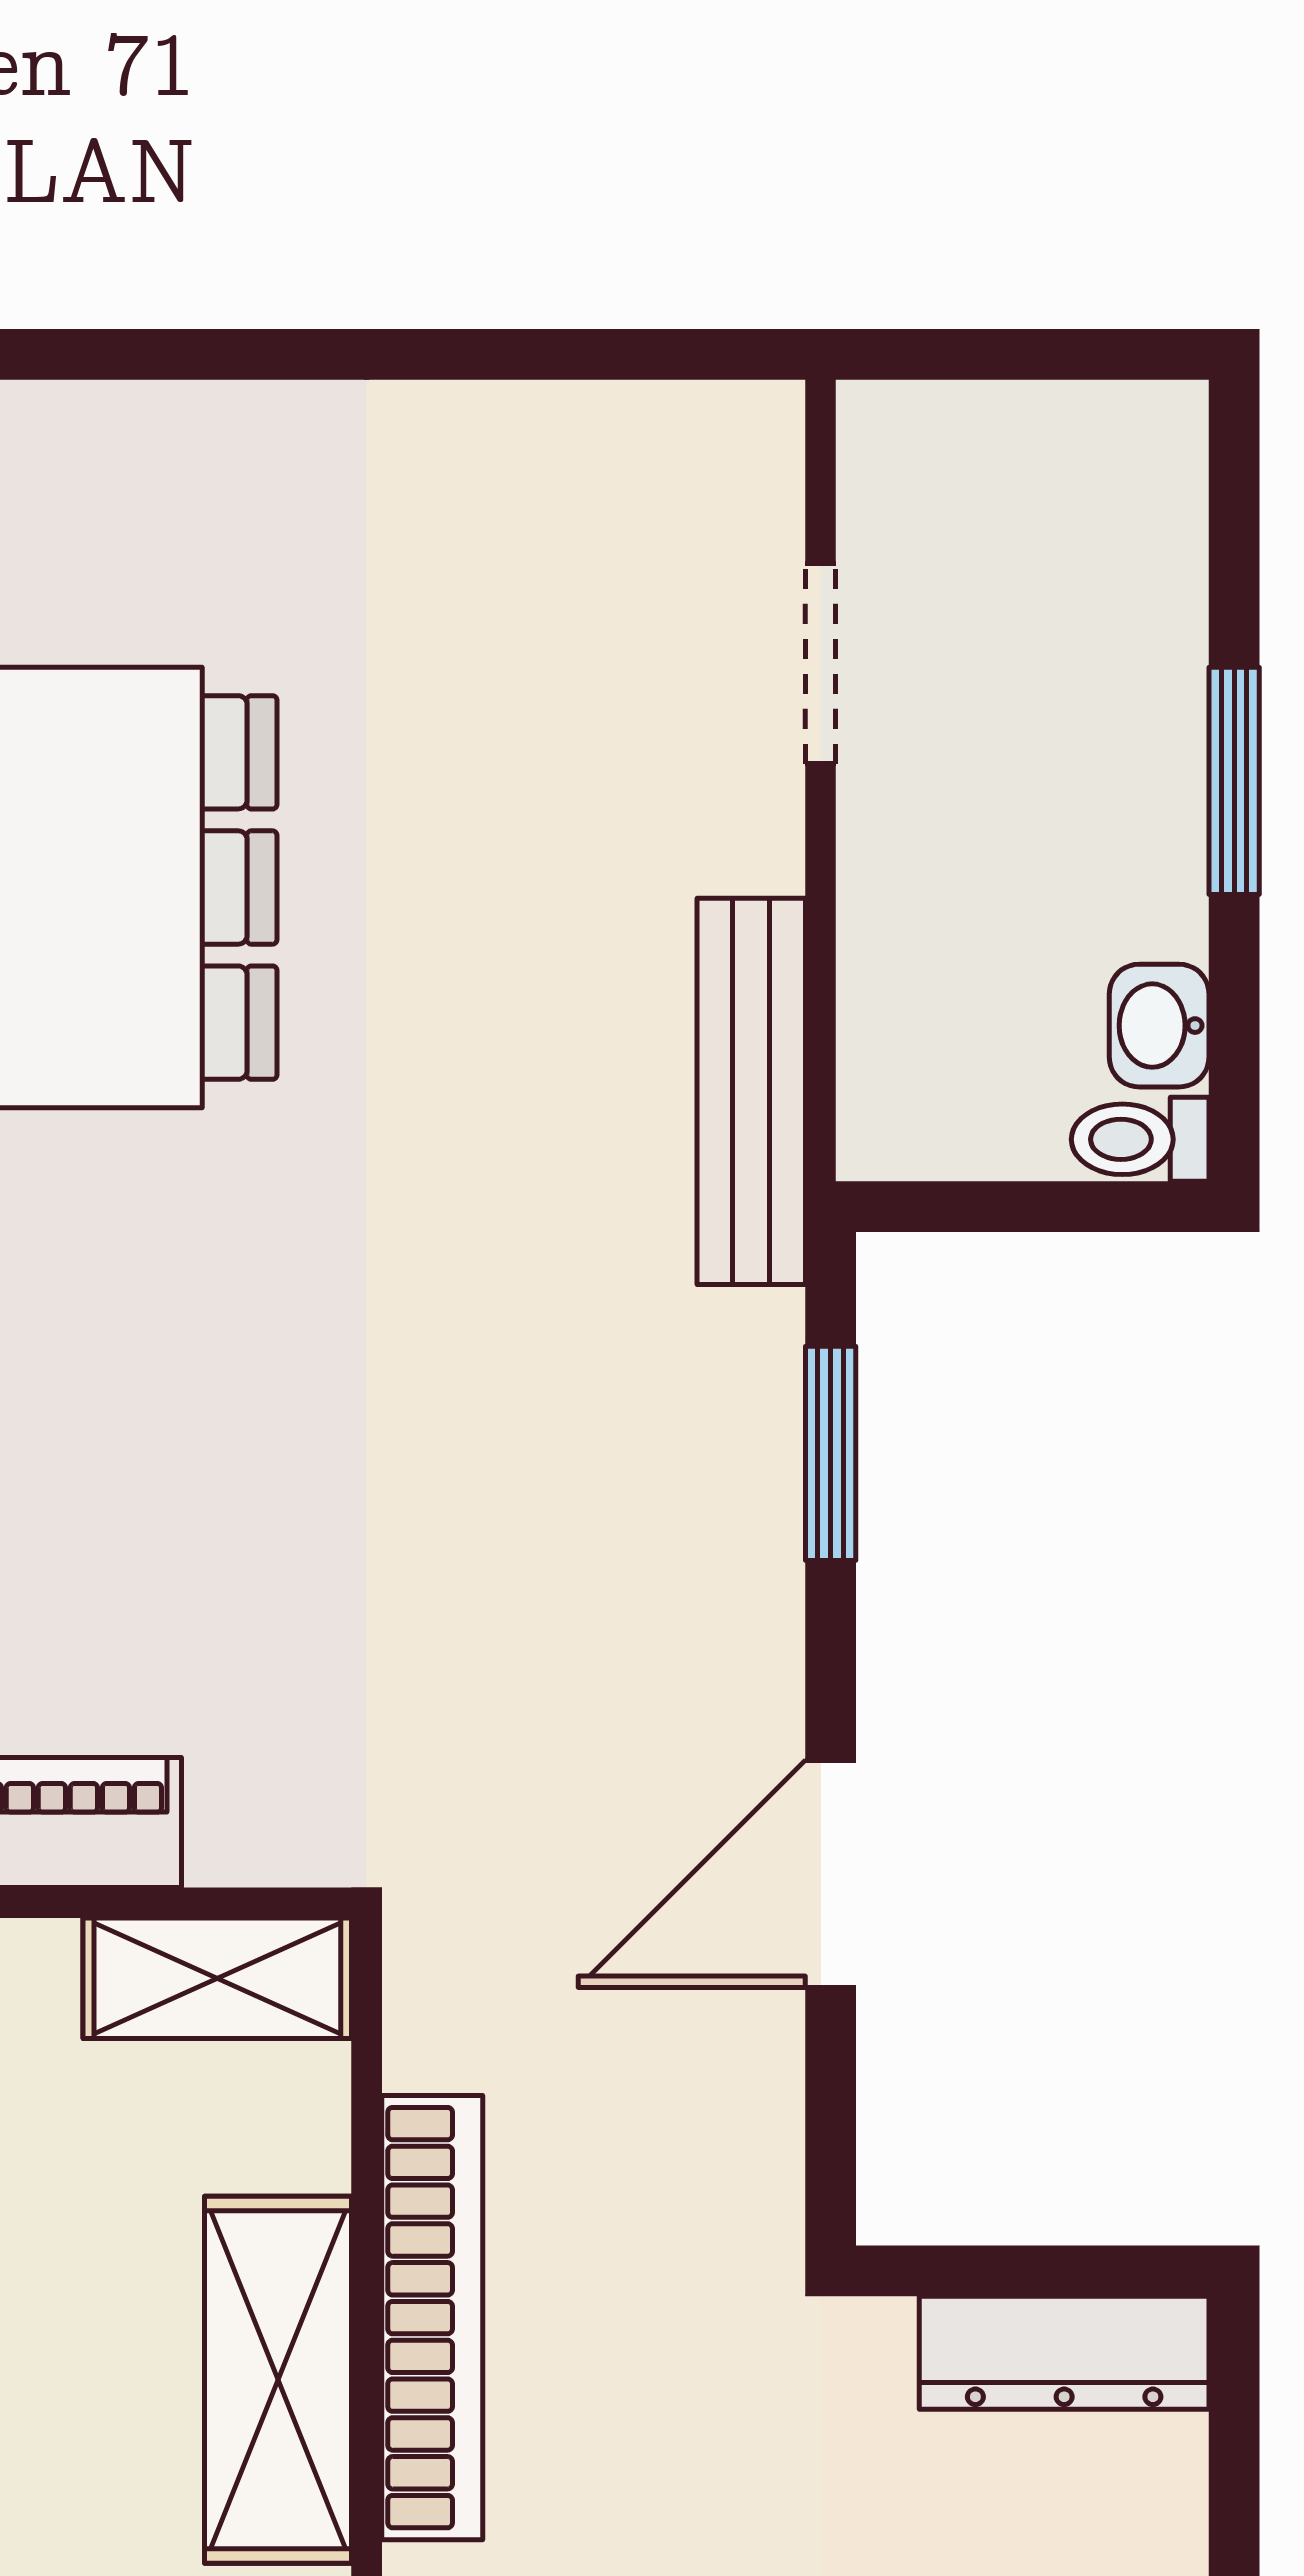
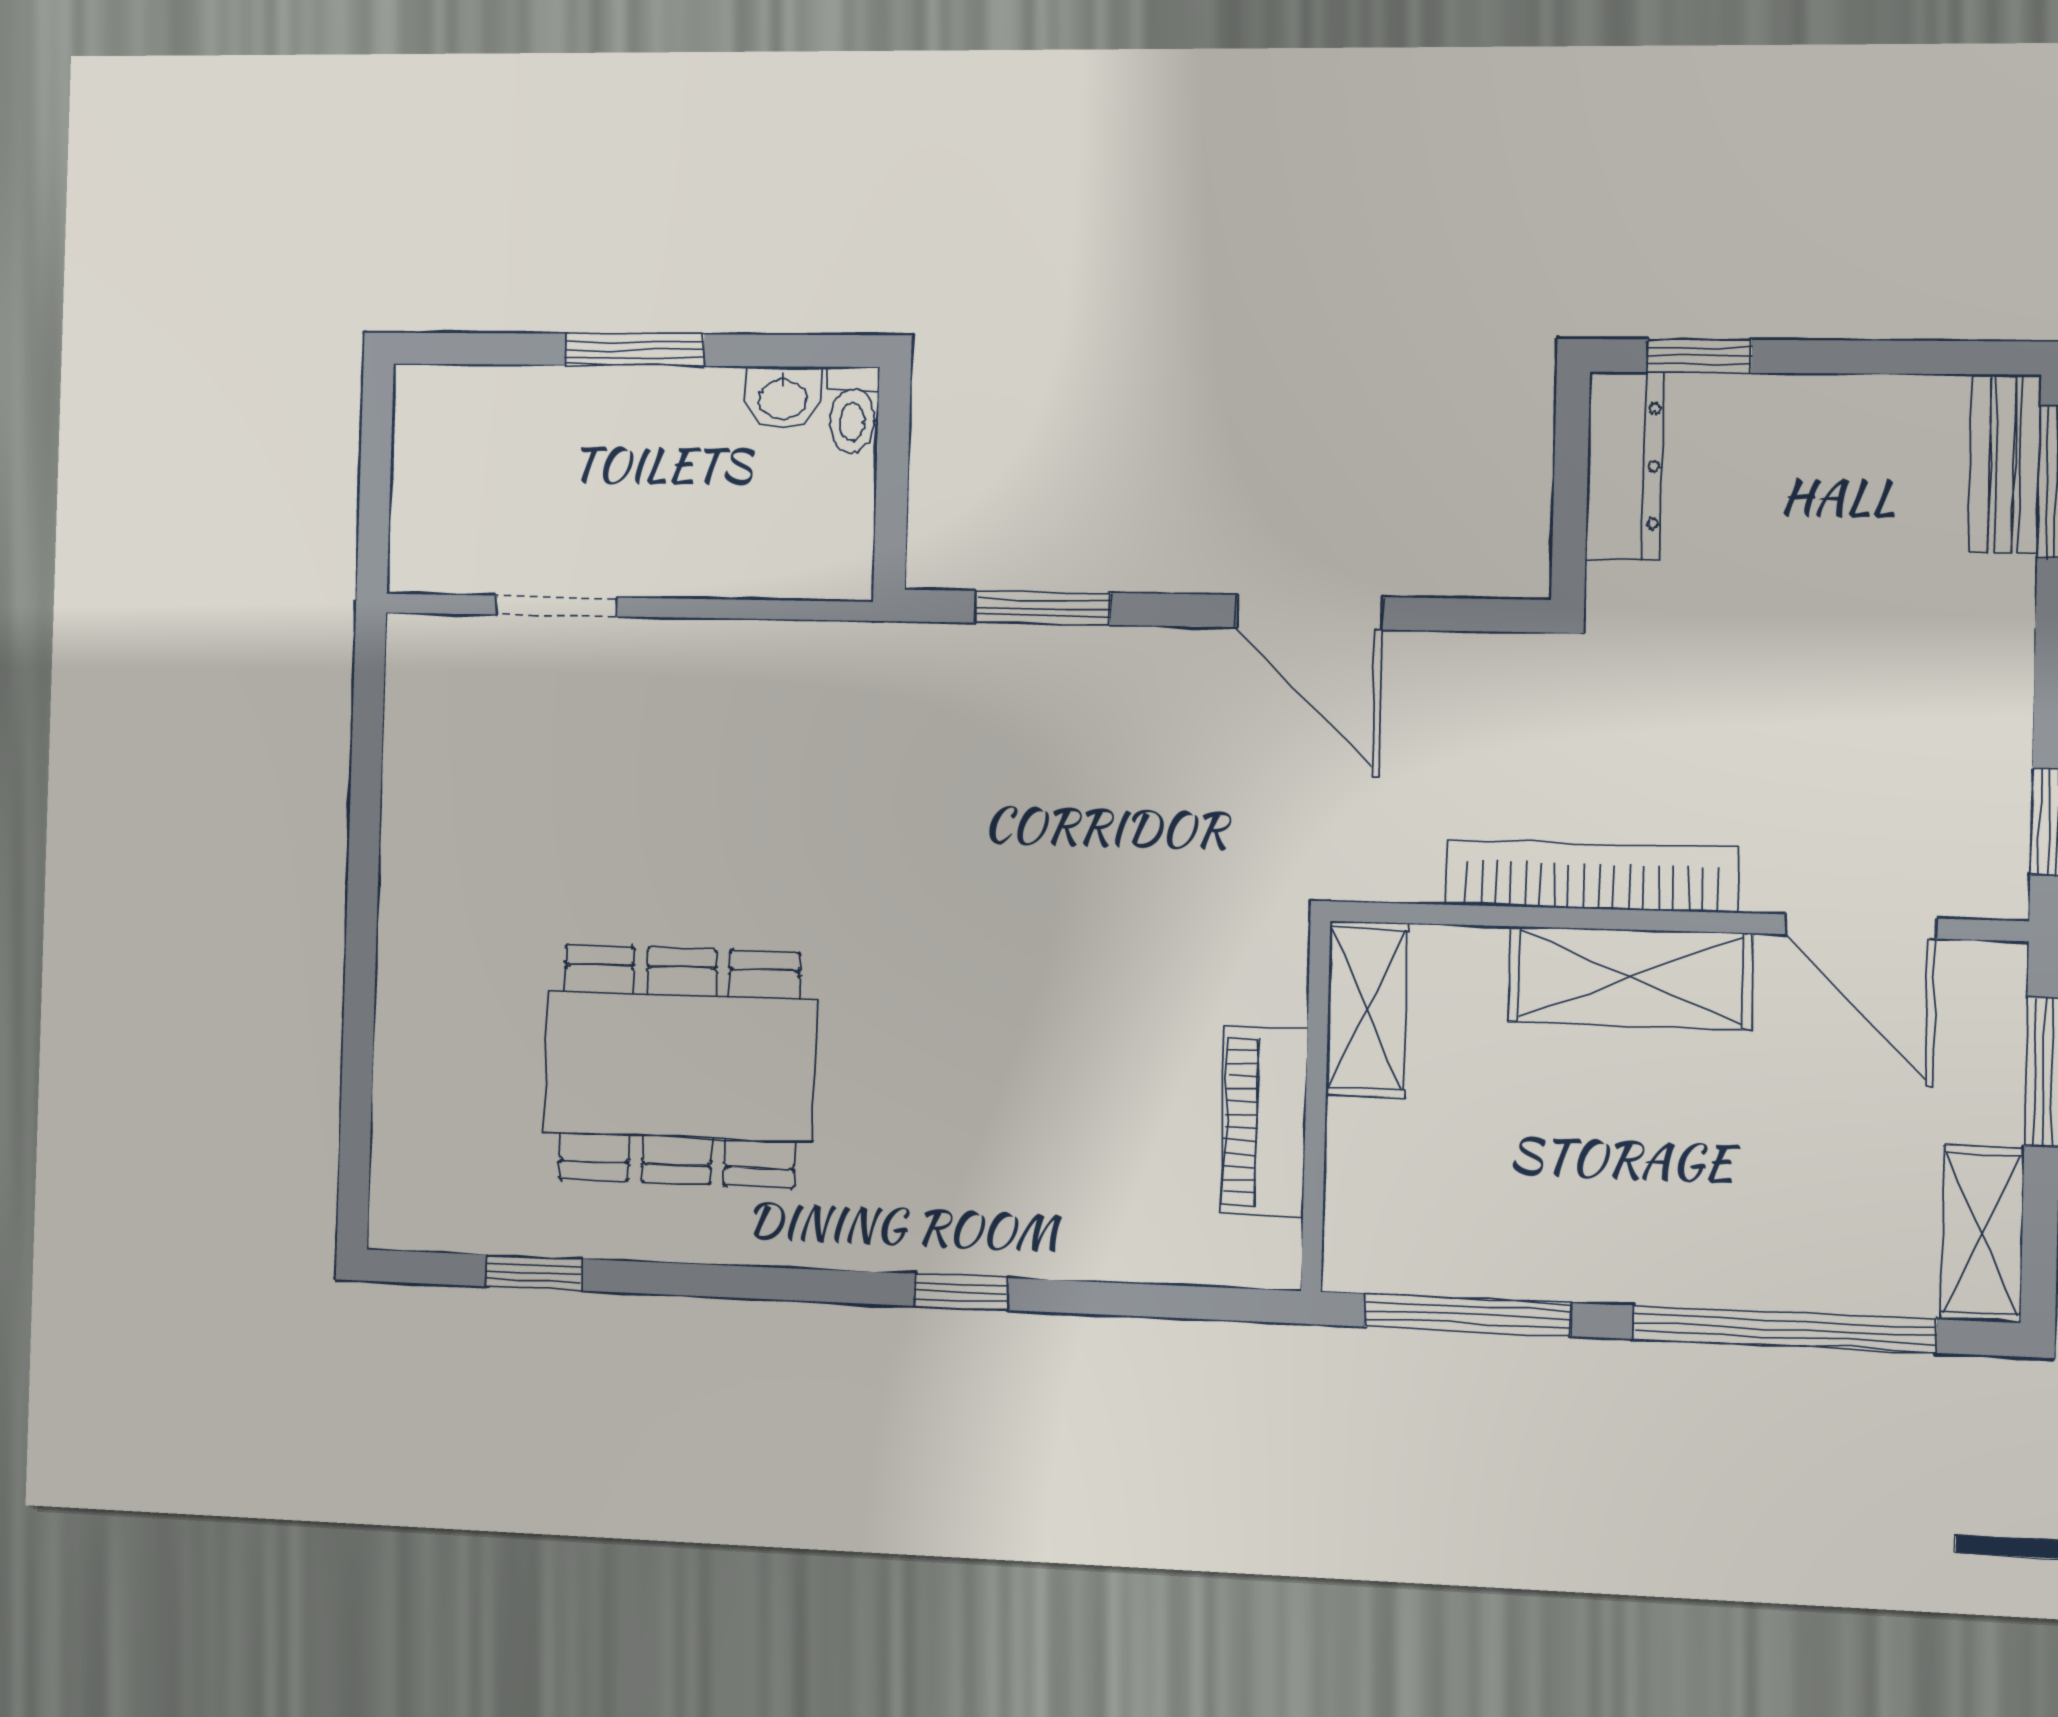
bench: (751, 1091) -> (816, 654), removed
window: (1234, 2462) -> (1699, 356), added

